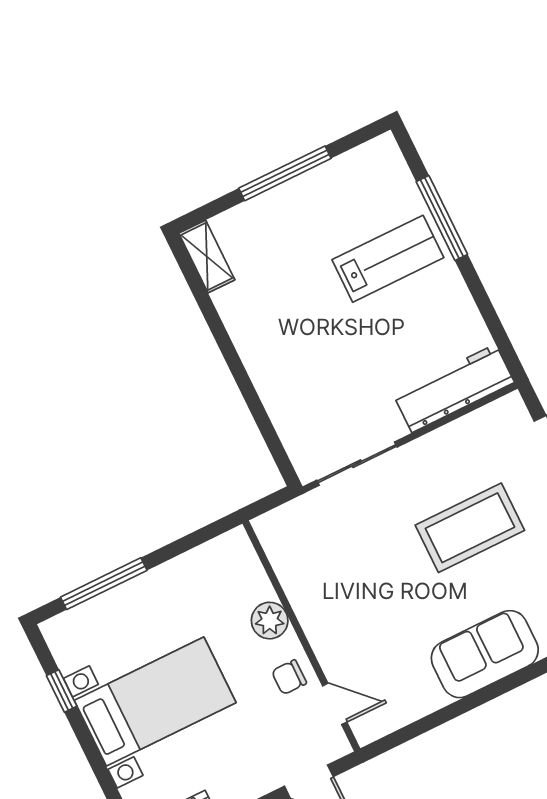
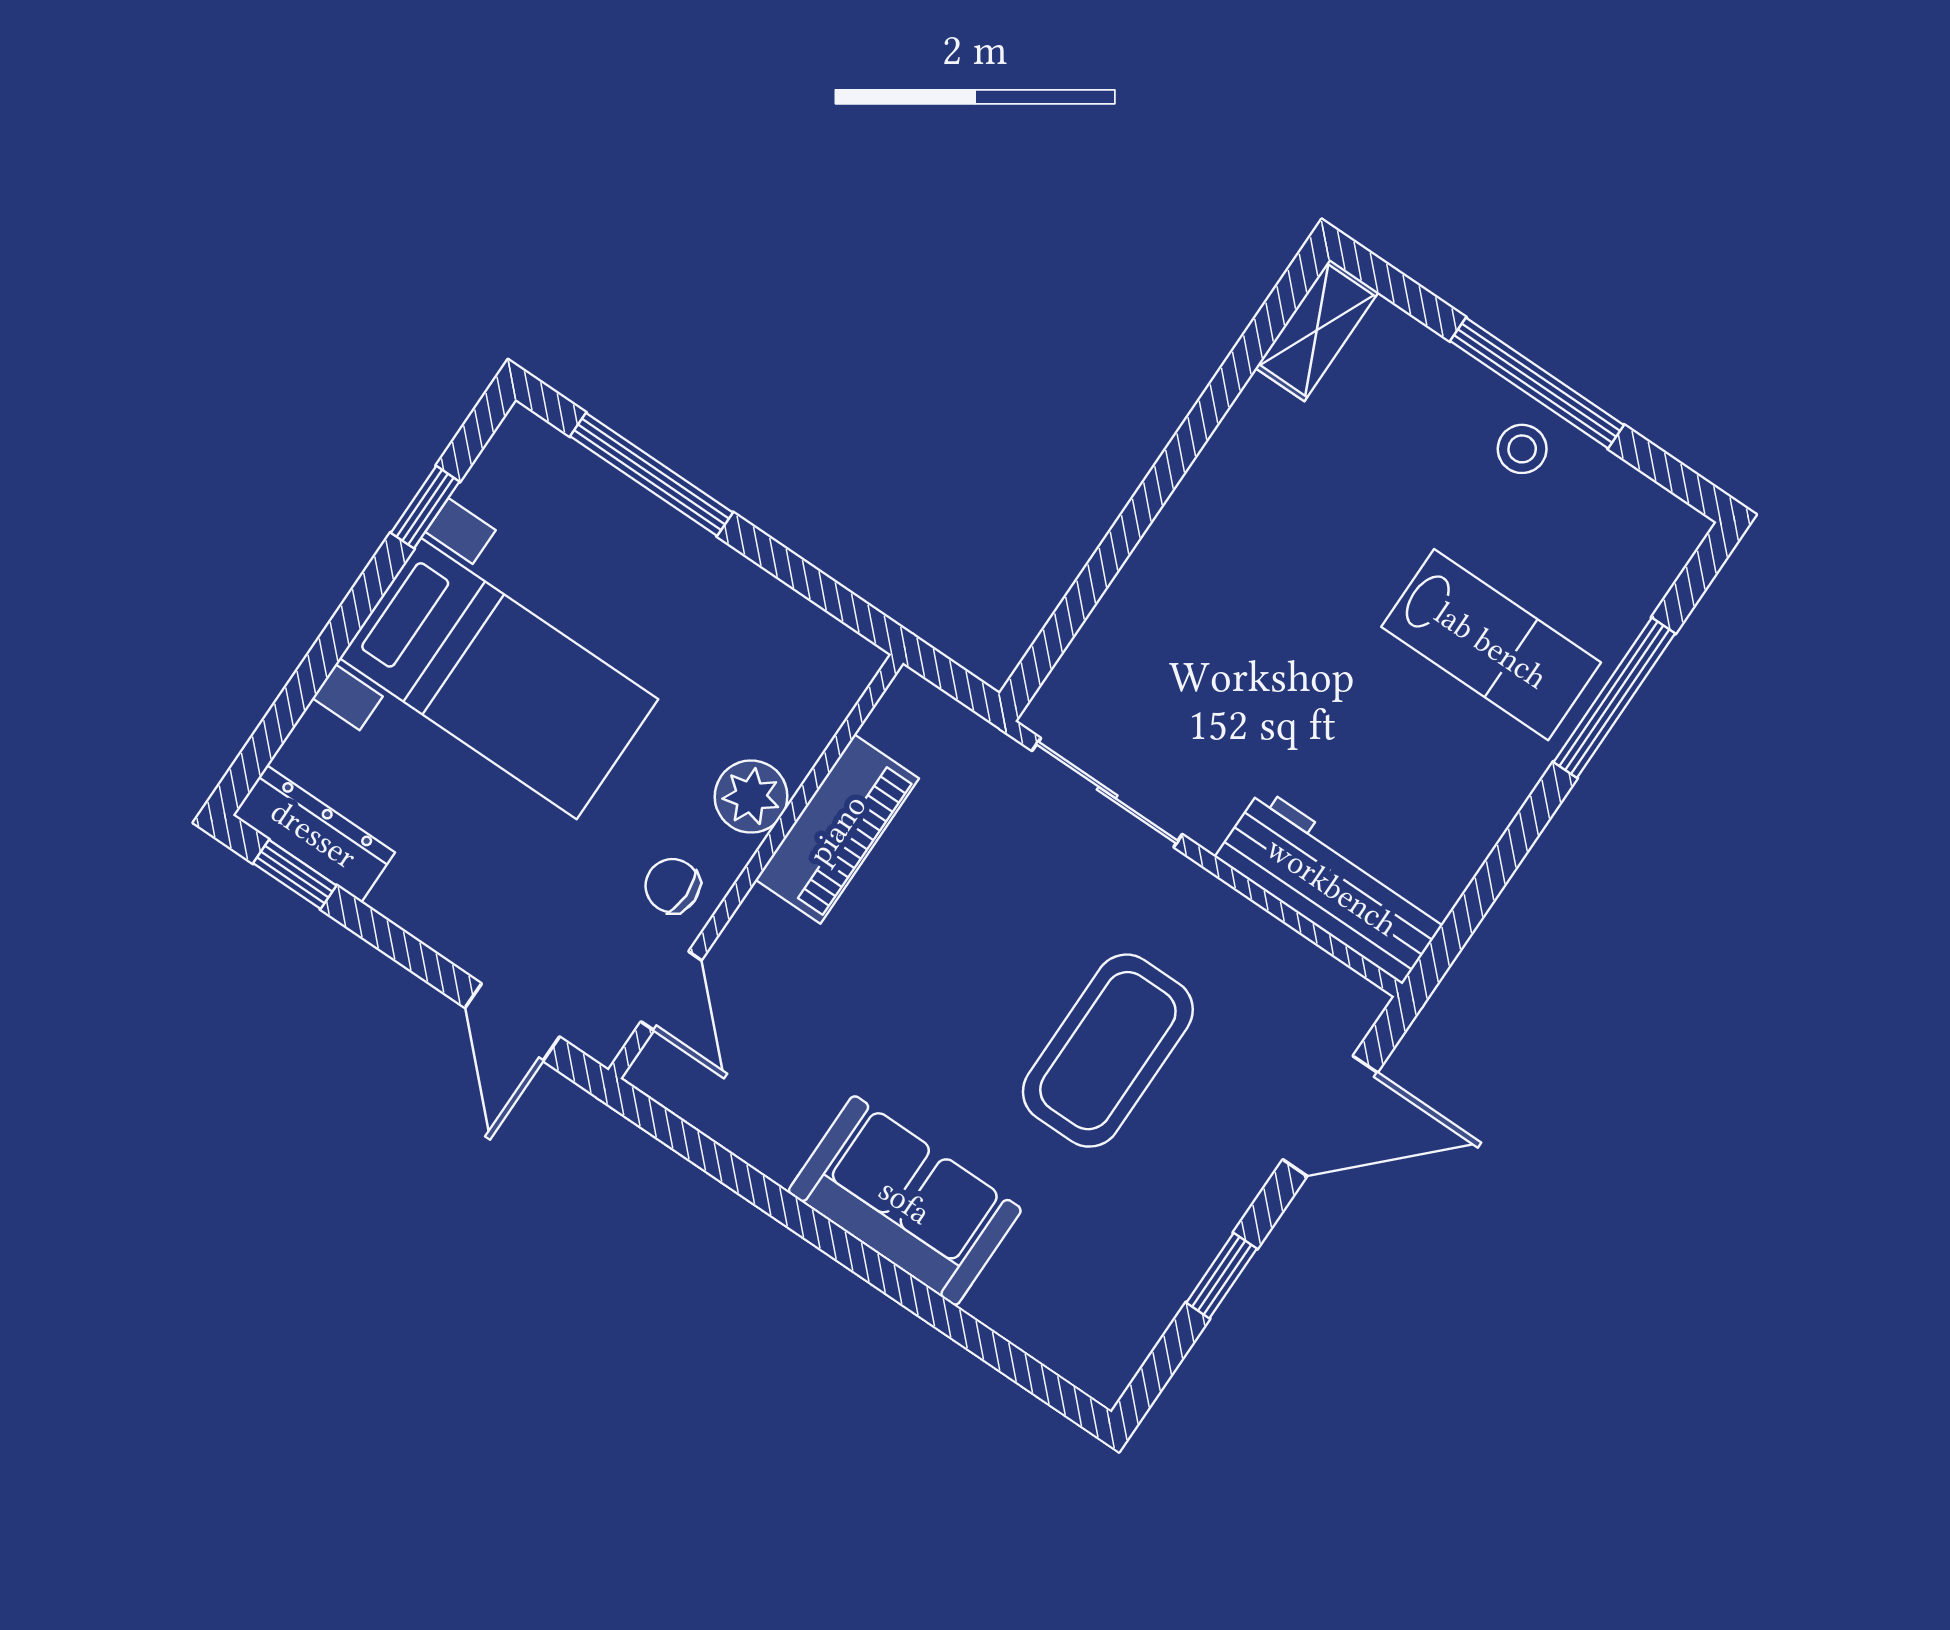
stool: (310, 196) -> (1522, 449), added
coffee table: (470, 528) -> (1108, 1051), turned 90
piano: (305, 591) -> (837, 829), added

